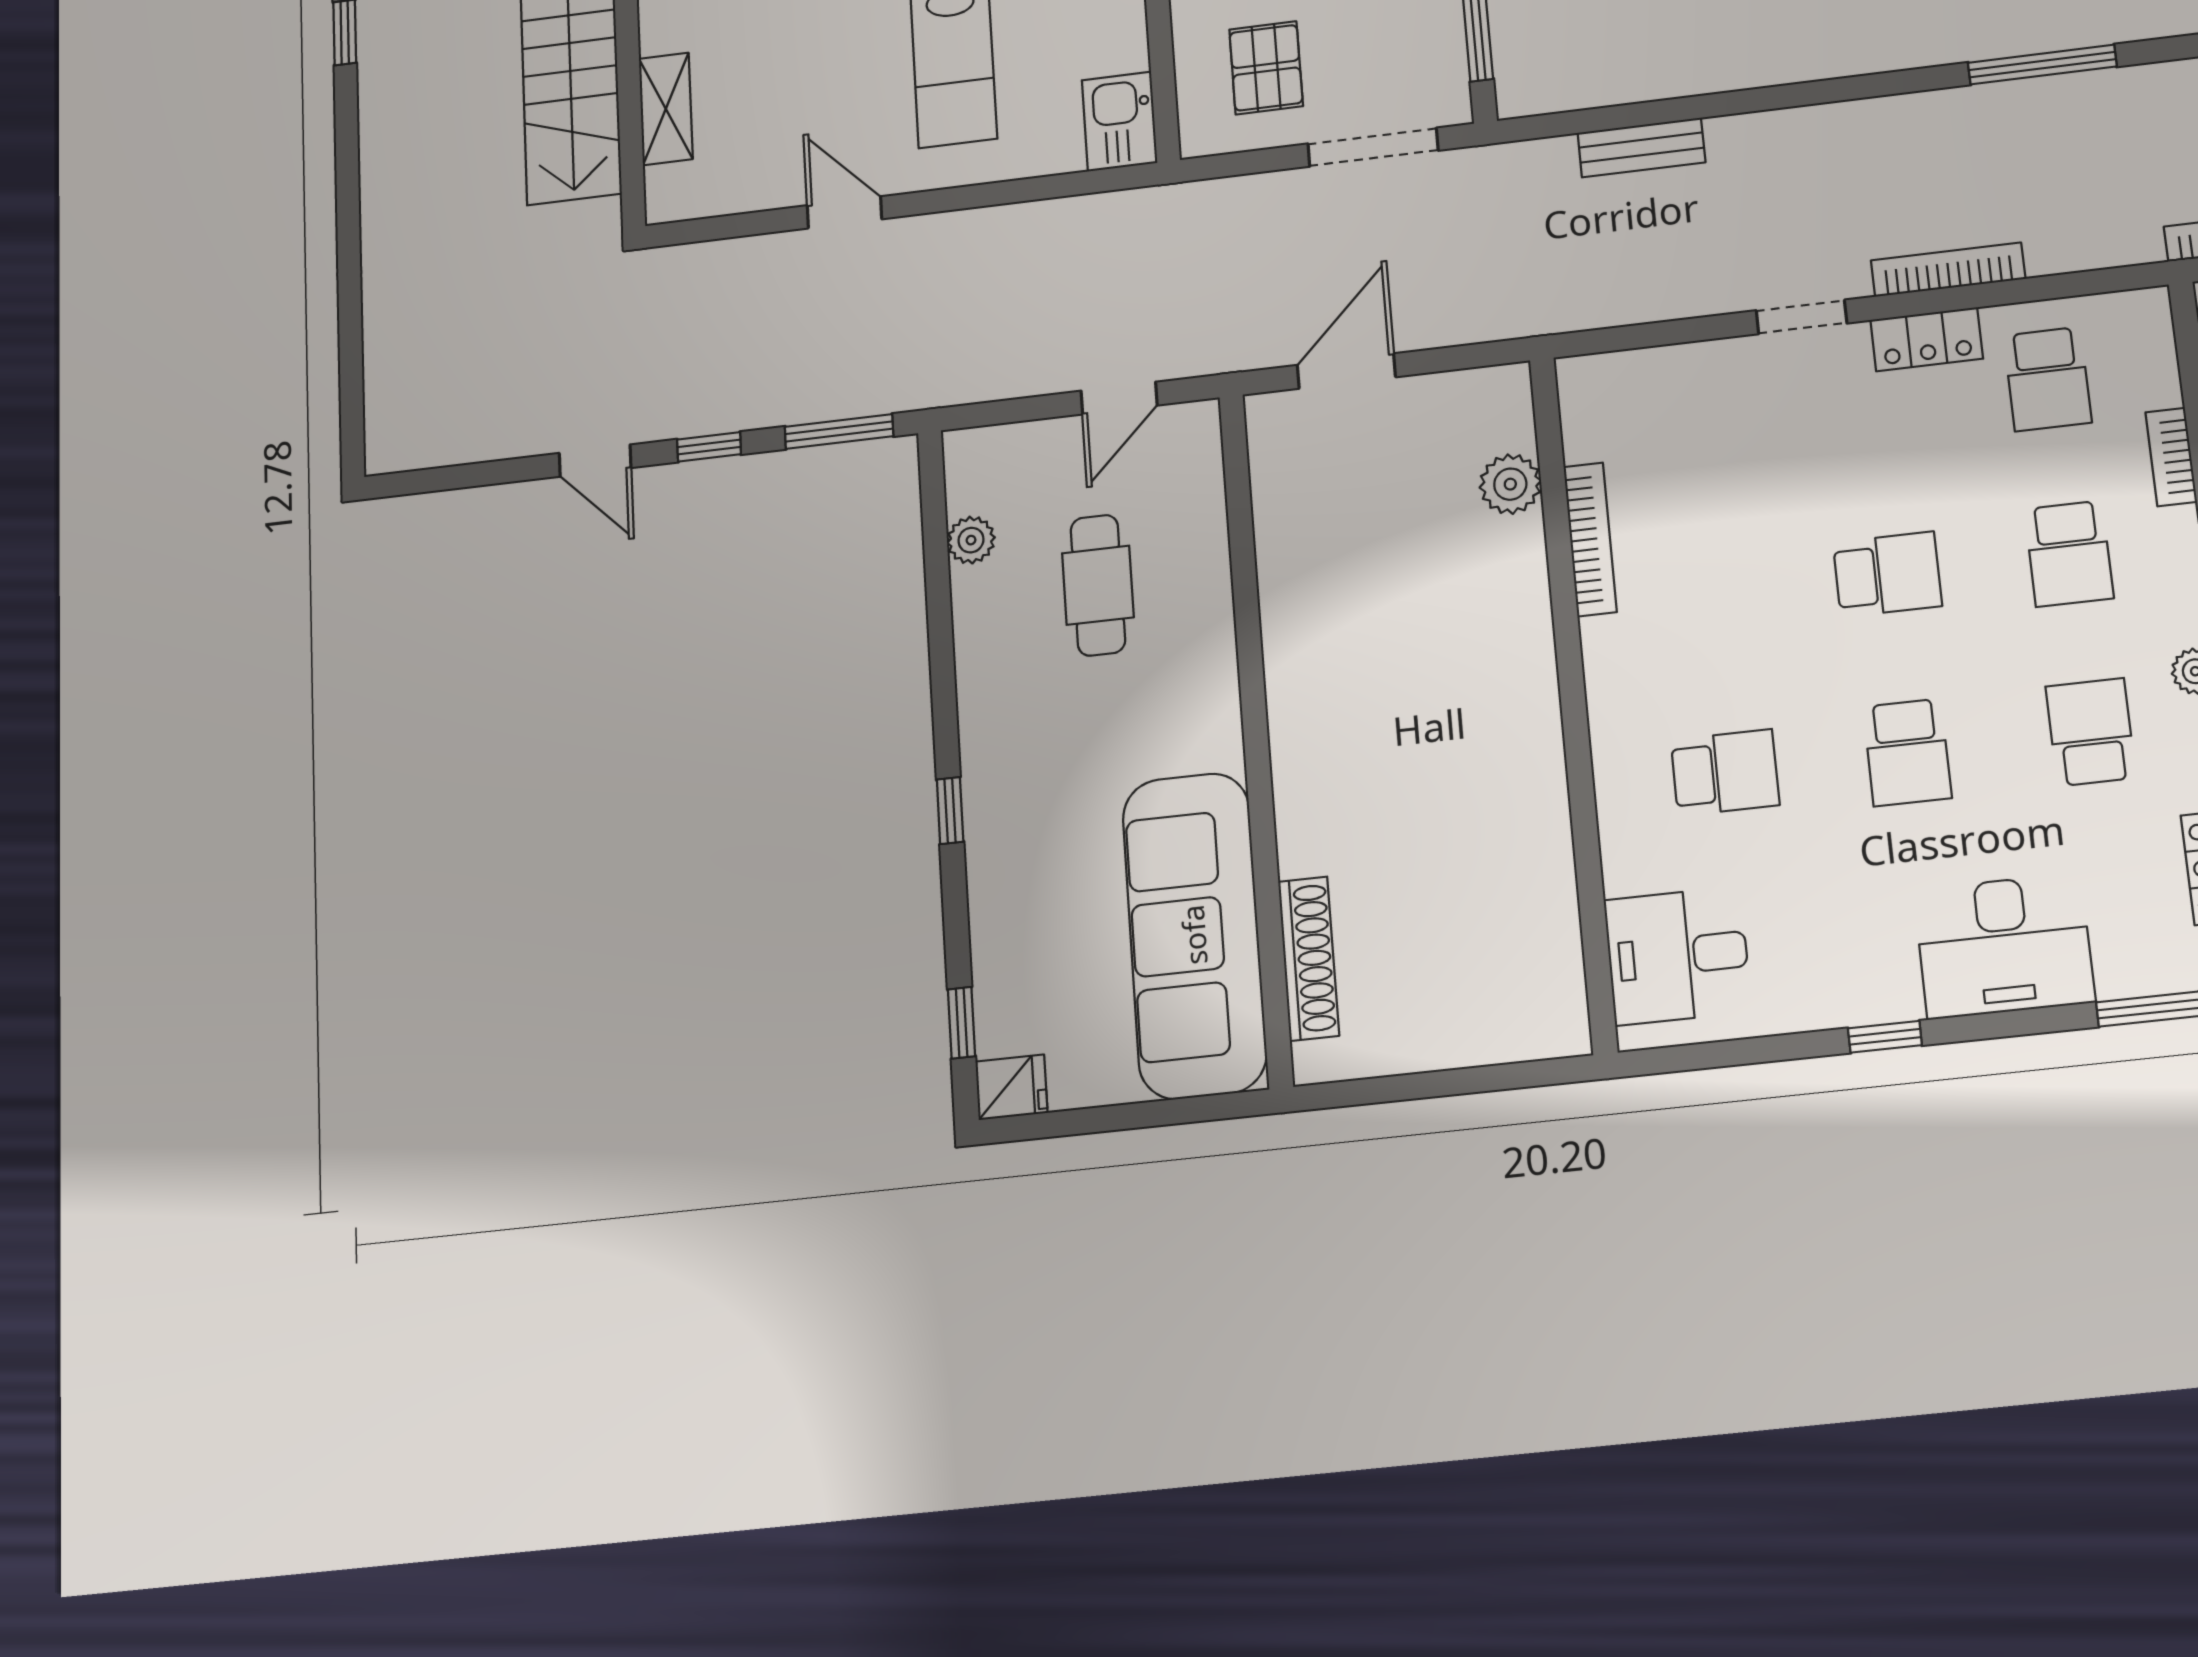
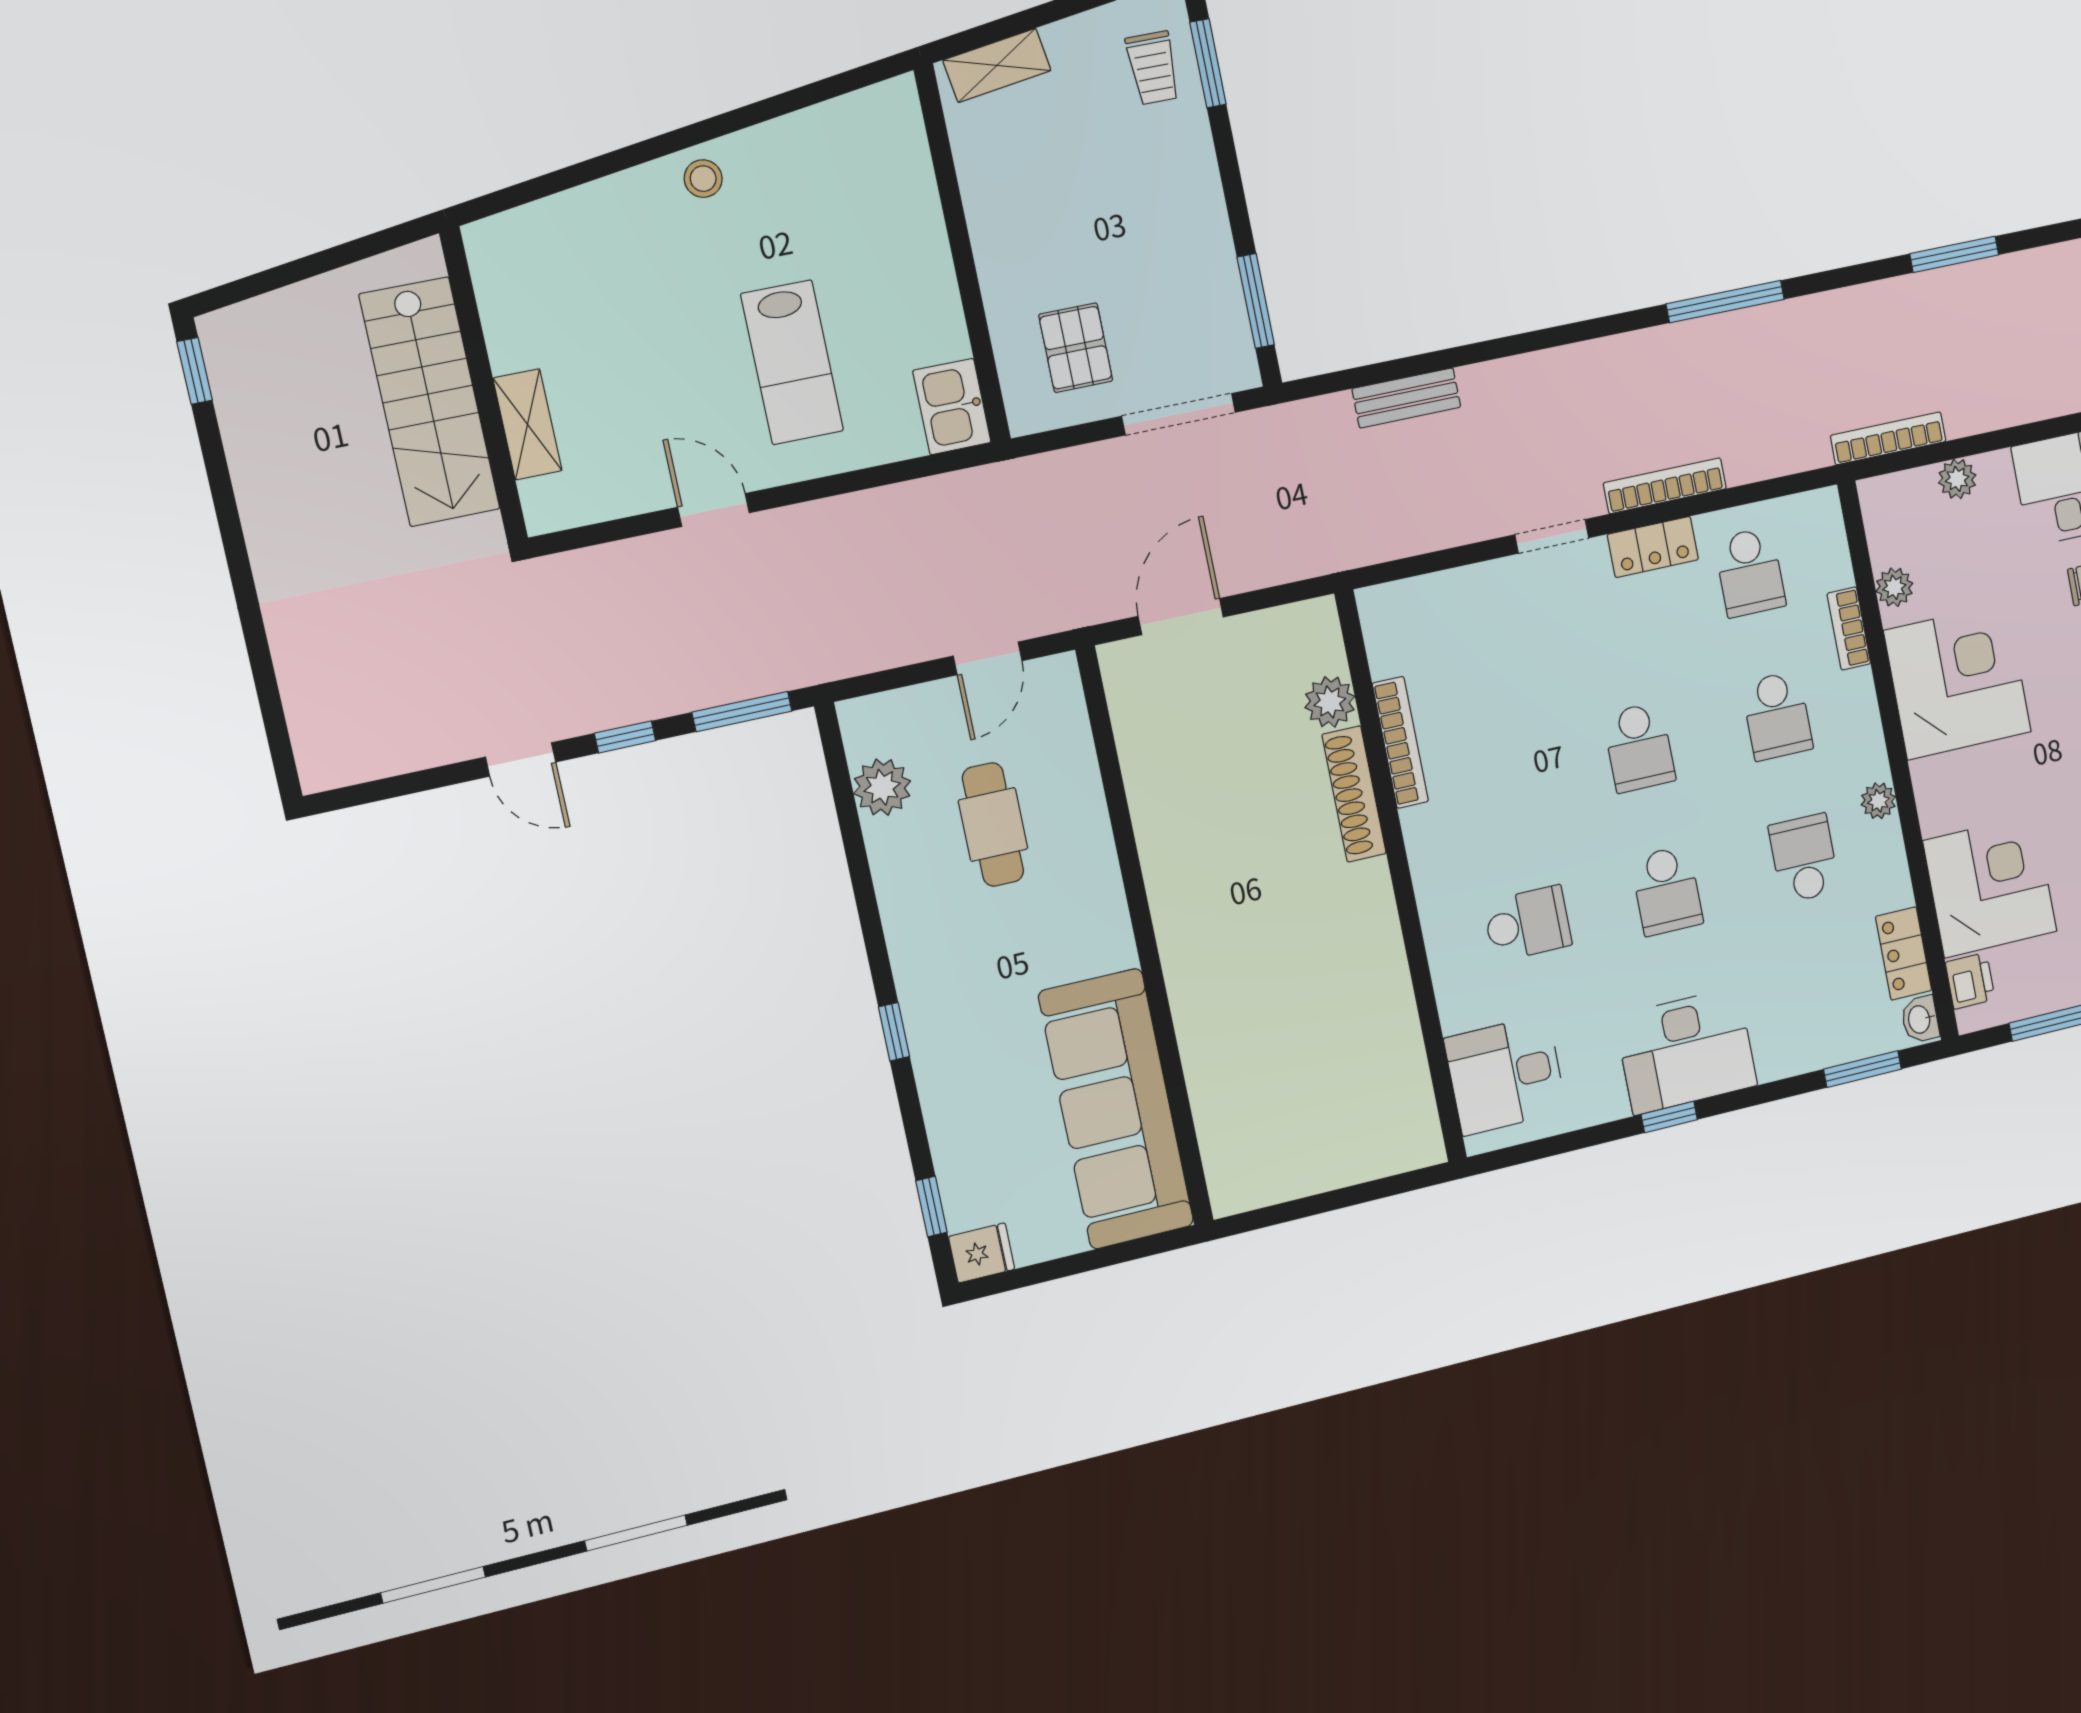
plant: (971, 540) -> (882, 787), width x1.38, depth x1.38
school desk: (1887, 574) -> (1639, 747), turned 90
desk: (2004, 946) -> (1686, 1051), moved
shoe rack: (1309, 959) -> (1354, 794), moved, turned 180

